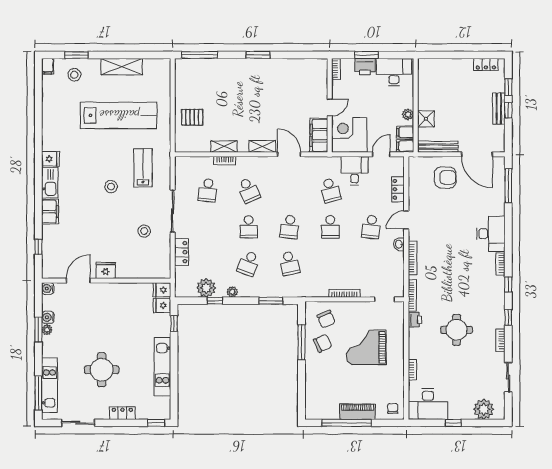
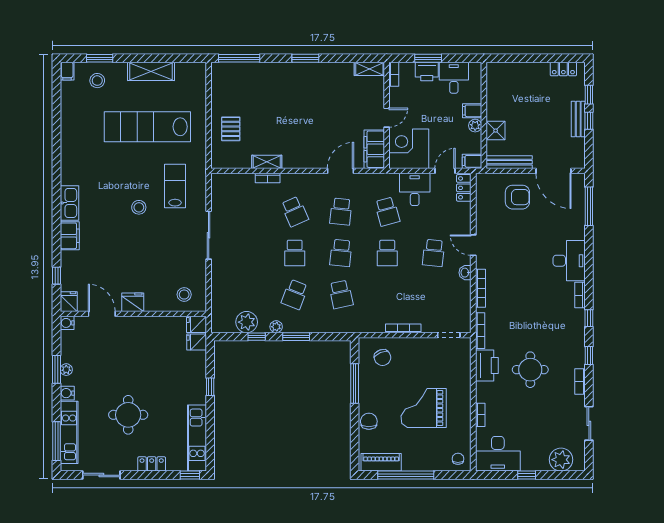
desk: (394, 72) -> (454, 78), width x0.73
lab bench: (119, 115) -> (147, 127), turned 180
pallet: (192, 117) -> (231, 129), turned 90
filing cabinet: (405, 132) -> (472, 111), moved
shelving: (262, 146) -> (369, 69), moved
door: (289, 154) -> (341, 171), hinge flipped
fridge: (51, 159) -> (69, 302), moved, turned -90
locker: (398, 189) -> (464, 188), moved
school desk: (208, 190) -> (341, 212), moved
door: (406, 220) -> (473, 245), hinge flipped
stool: (144, 231) -> (184, 295), moved
locker: (181, 252) -> (219, 282), removed
door: (78, 281) -> (102, 314), hinge flipped
window: (271, 301) -> (296, 337), moved
water cooler: (48, 317) -> (67, 393), moved
printer: (415, 320) -> (487, 366), width x1.87, depth x1.48
window: (174, 324) -> (210, 387), moved
chair: (323, 343) -> (369, 421), moved, turned -65
grand piano: (366, 347) -> (424, 408), moved
kitchen unit: (162, 367) -> (197, 438), moved
piano: (358, 412) -> (381, 462), moved

